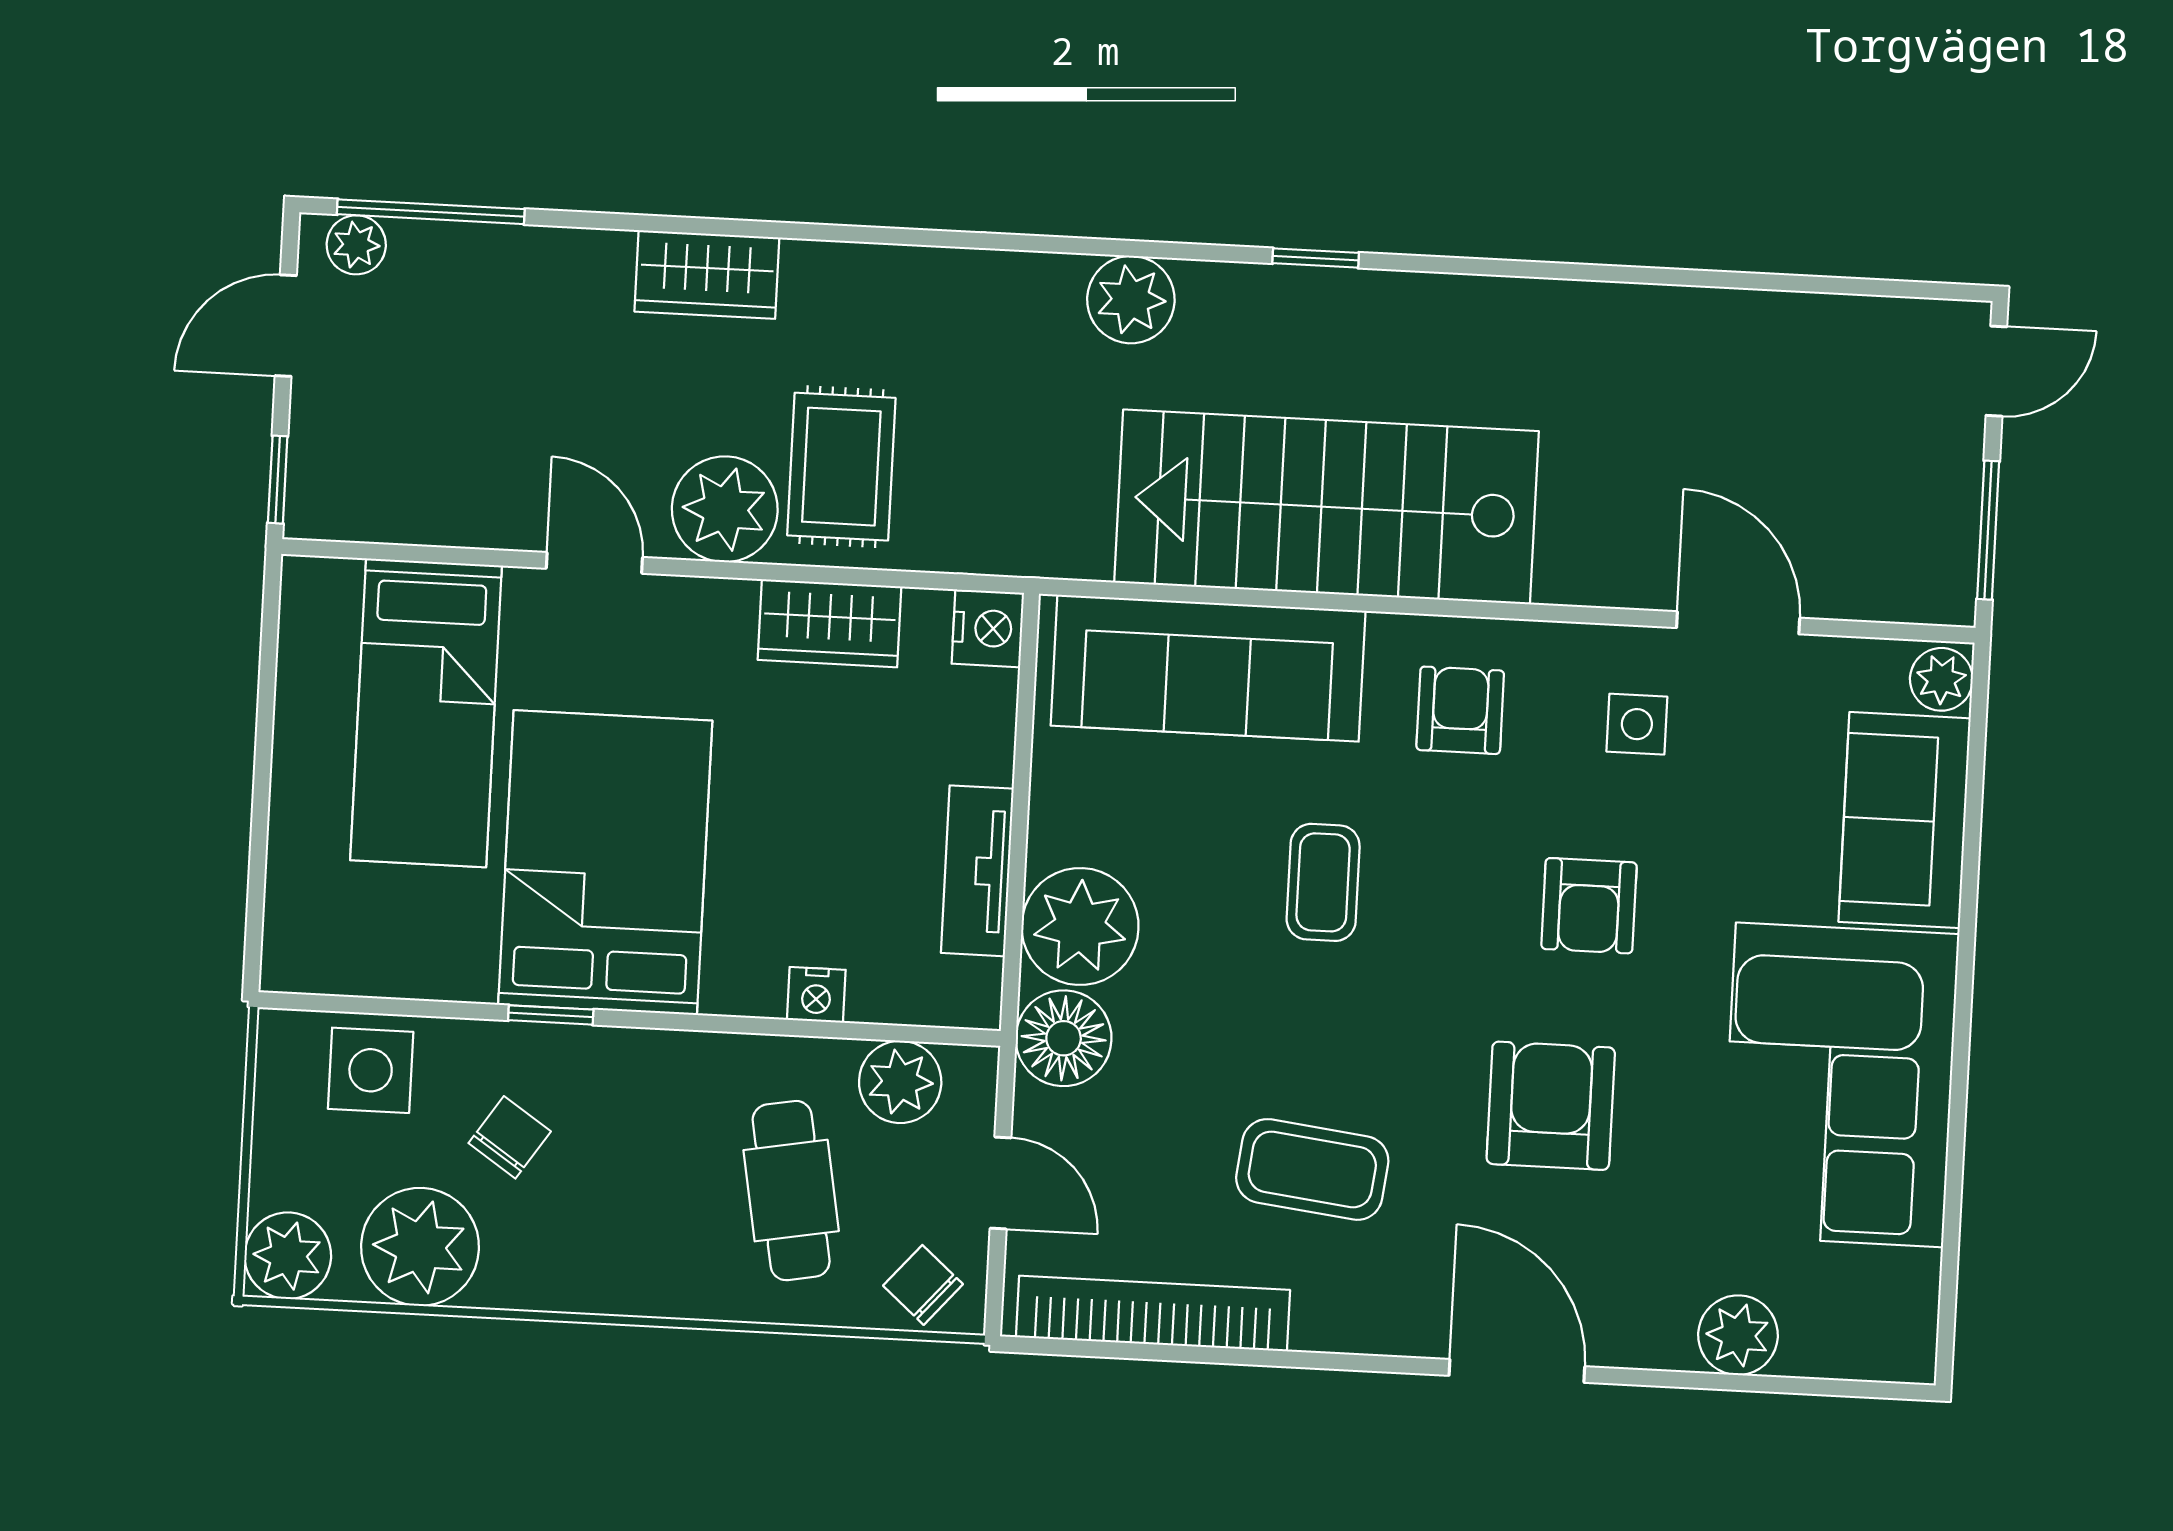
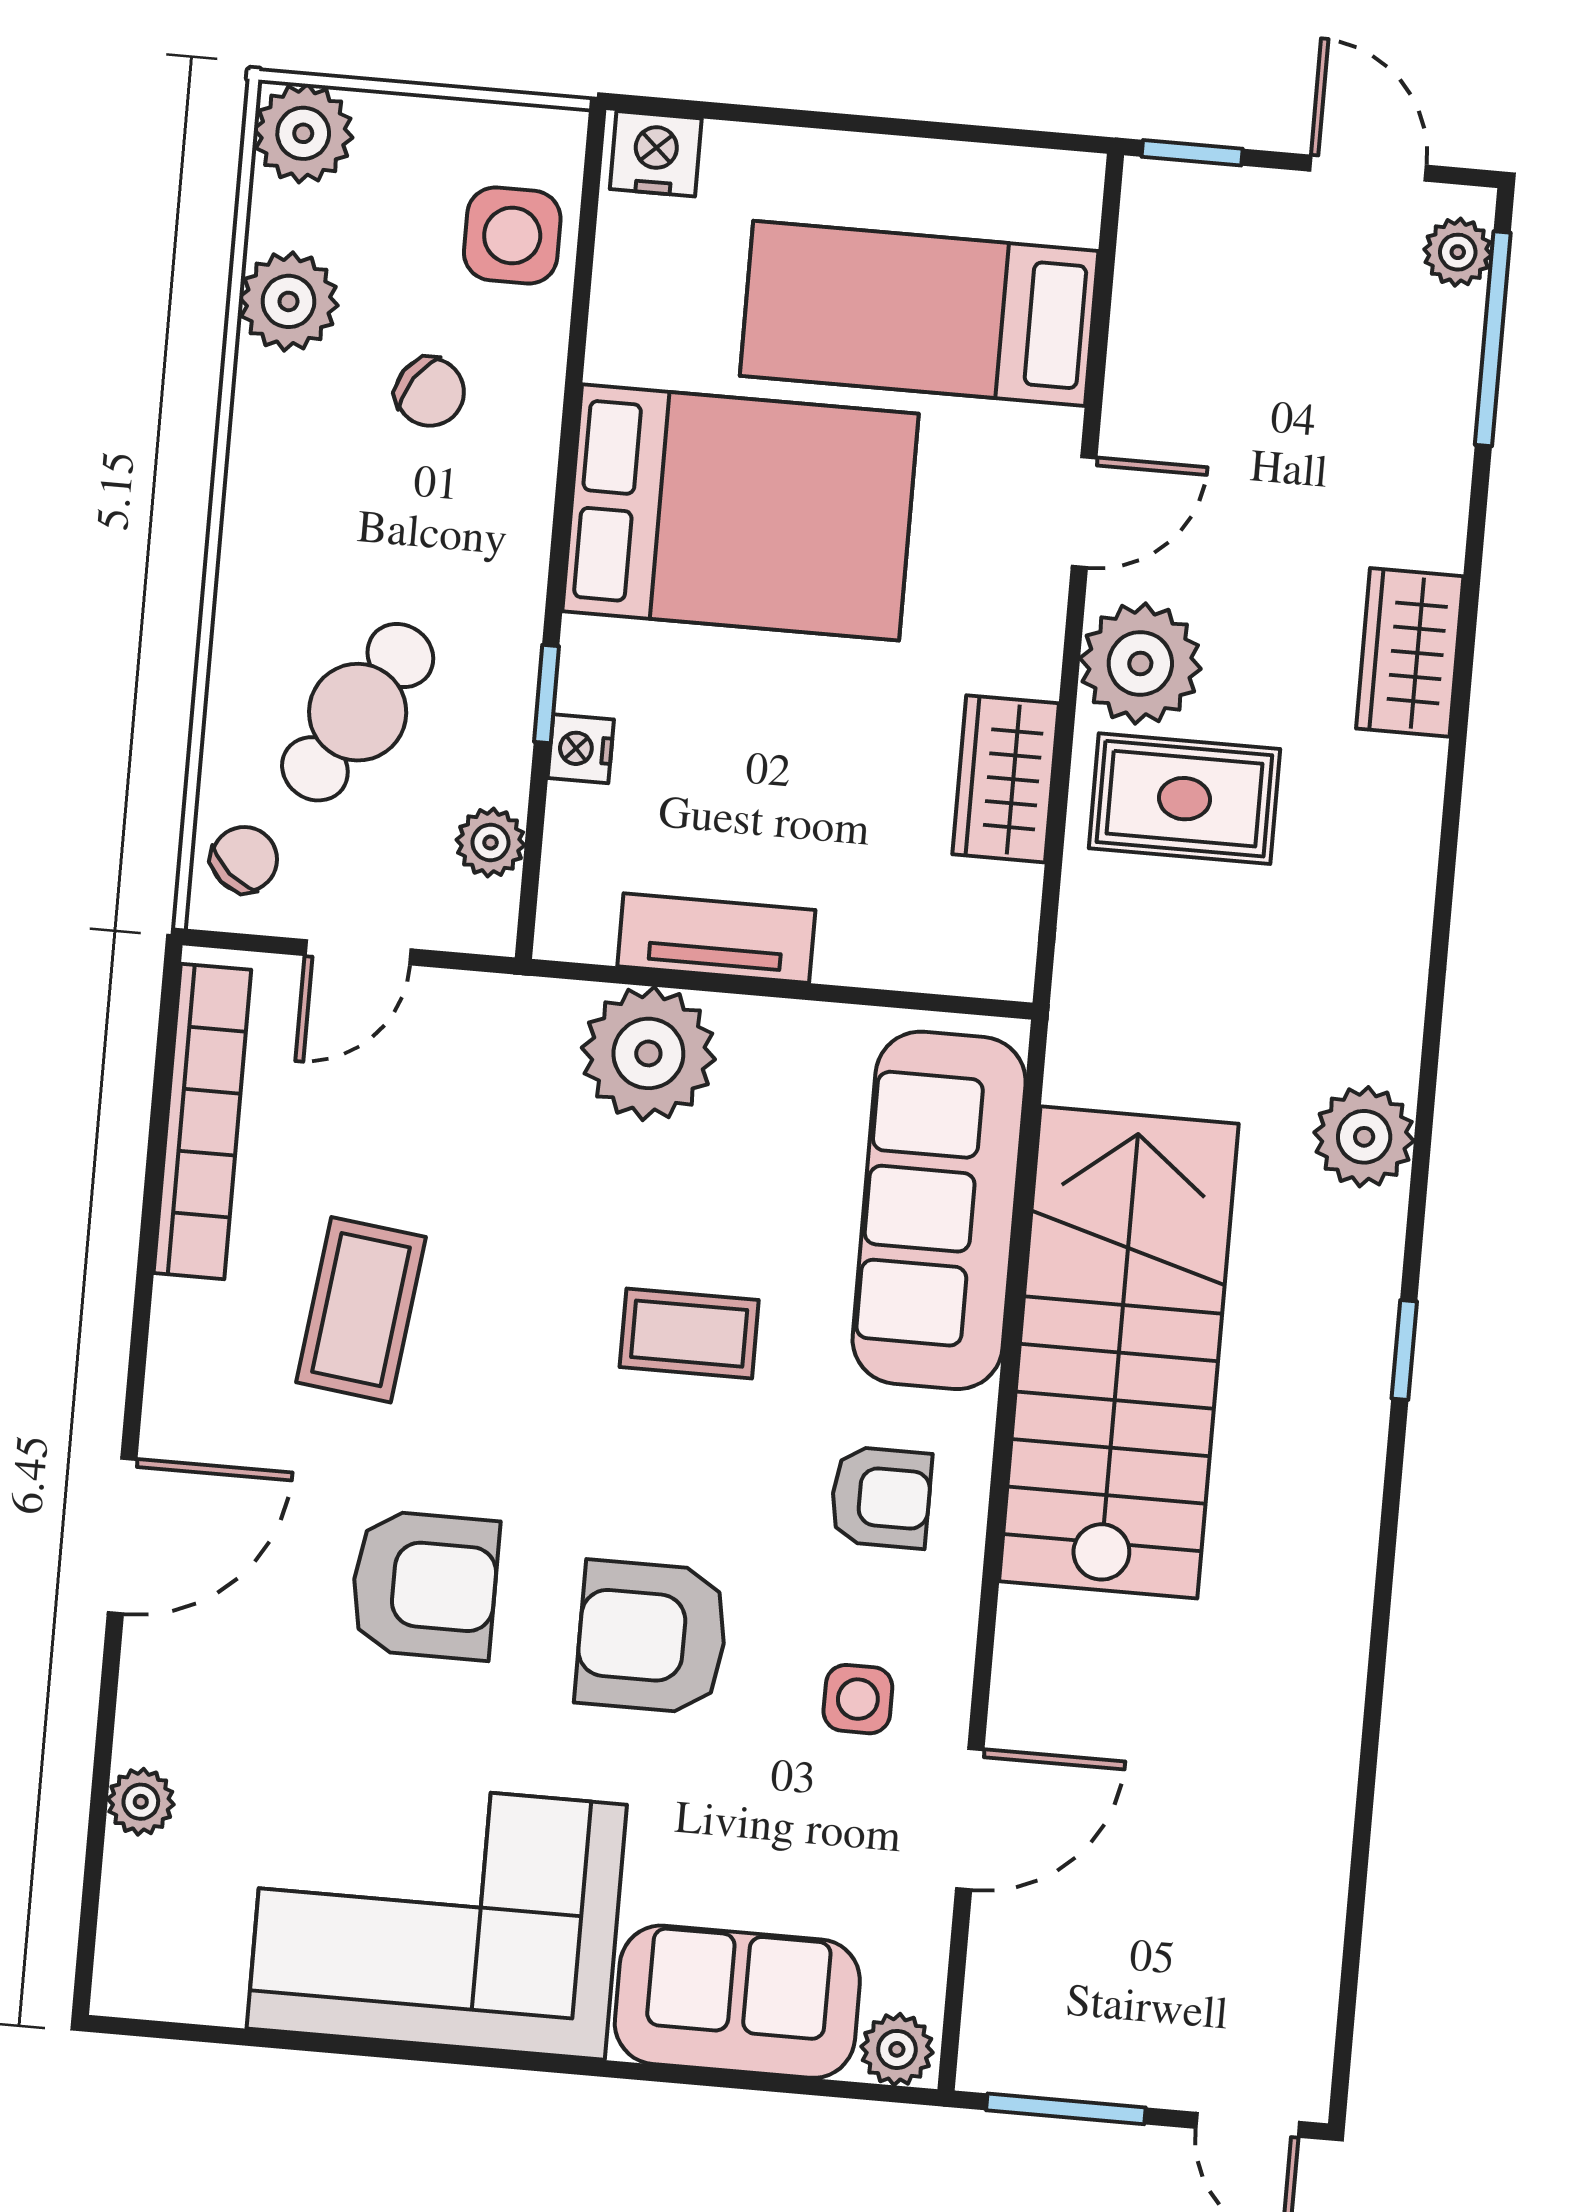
nightstand: (988, 628) -> (656, 154), moved, turned 180
armchair: (1589, 906) -> (652, 1637), width x1.38, depth x1.38
window: (551, 1015) -> (547, 694), moved
floor lamp: (1064, 1038) -> (521, 1030), removed
plant: (900, 1082) -> (491, 843), width x0.73, depth x0.73
cafe table: (791, 1191) -> (358, 712), turned -48
plant: (420, 1247) -> (289, 301), width x0.73, depth x0.73
plant: (1738, 1335) -> (141, 1802), width x0.73, depth x0.73

